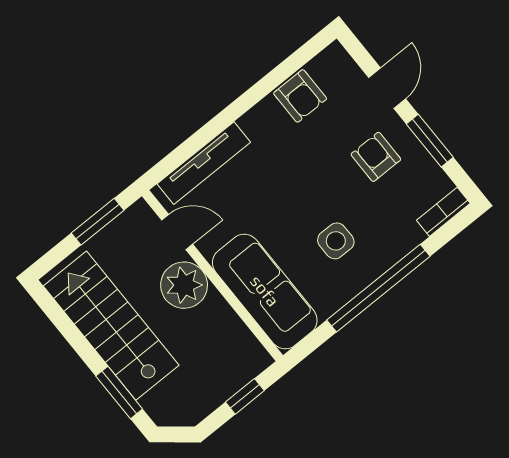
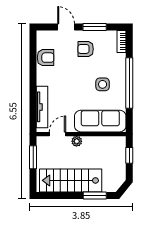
plant: (184, 285) -> (77, 141), width x0.53, depth x0.53

